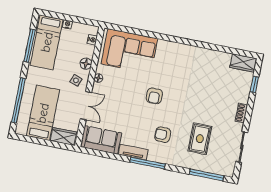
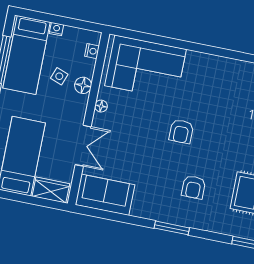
side table: (76, 80) -> (59, 76), moved
armchair: (163, 135) -> (193, 187), turned -90
tv unit: (133, 152) -> (151, 212), removed
window: (148, 163) -> (172, 228), width x0.69

